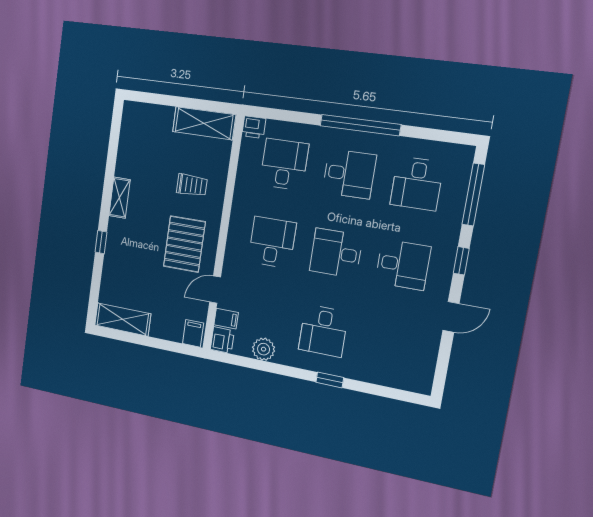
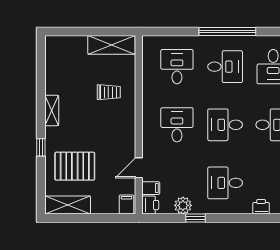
printer: (254, 127) -> (261, 207), moved, turned 180
pallet: (184, 244) -> (75, 166), moved, turned 90
desk: (323, 331) -> (225, 183), turned 90
window: (330, 380) -> (196, 218), moved

